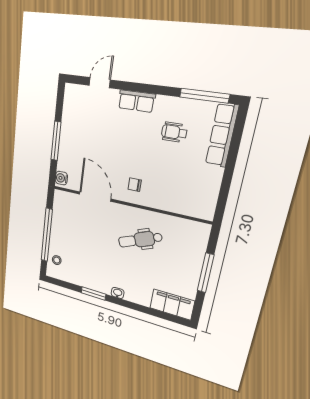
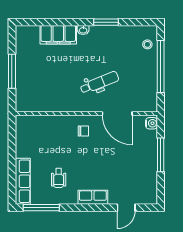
wheelchair: (174, 132) -> (59, 178), turned 90
dental chair: (140, 240) -> (99, 83), moved
filing cabinet: (172, 305) -> (58, 35), moved

